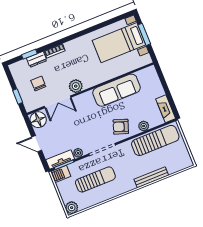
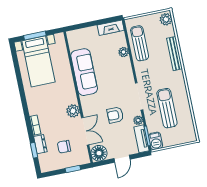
armchair: (121, 127) -> (115, 115), moved, turned 71
sun lounger: (155, 140) -> (140, 43), width x0.73, depth x0.75
plant: (72, 208) -> (166, 19), moved

